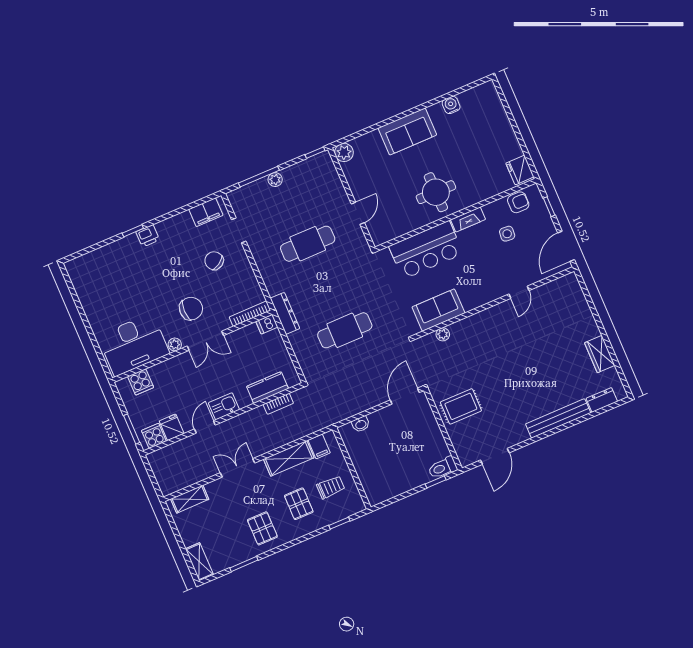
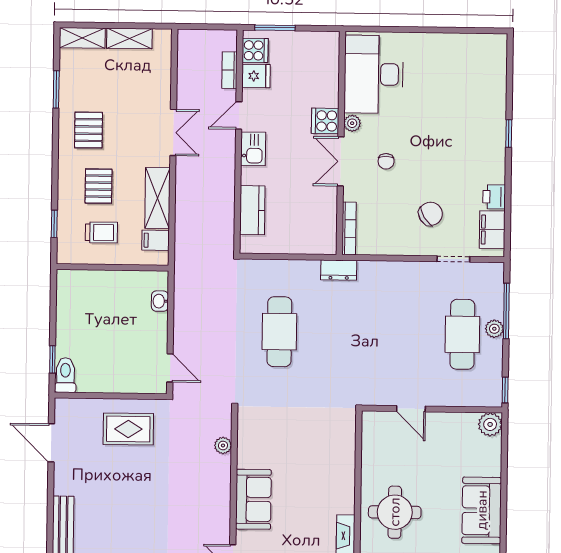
printer: (148, 236) -> (494, 197), moved
cafe table: (308, 244) -> (462, 334), moved
bar counter: (426, 250) -> (332, 470), removed
chair: (191, 309) -> (386, 161), width x0.54, depth x0.54
sofa: (438, 310) -> (253, 499), moved
dresser: (285, 313) -> (339, 270), width x0.70
dishwasher: (267, 324) -> (328, 243), removed
cooker: (141, 382) -> (325, 121), moved
door: (405, 396) -> (170, 368), width x0.73
bookcase: (278, 404) -> (229, 70), moved
rug: (461, 406) -> (128, 429), turned 90
door: (205, 427) -> (239, 115), swing flipped
trolley: (331, 487) -> (101, 232), turned -90
shelving: (190, 499) -> (129, 38), moved, turned 90
pallet: (299, 504) -> (99, 186), turned 90
pallet: (262, 528) -> (89, 130), turned 90

